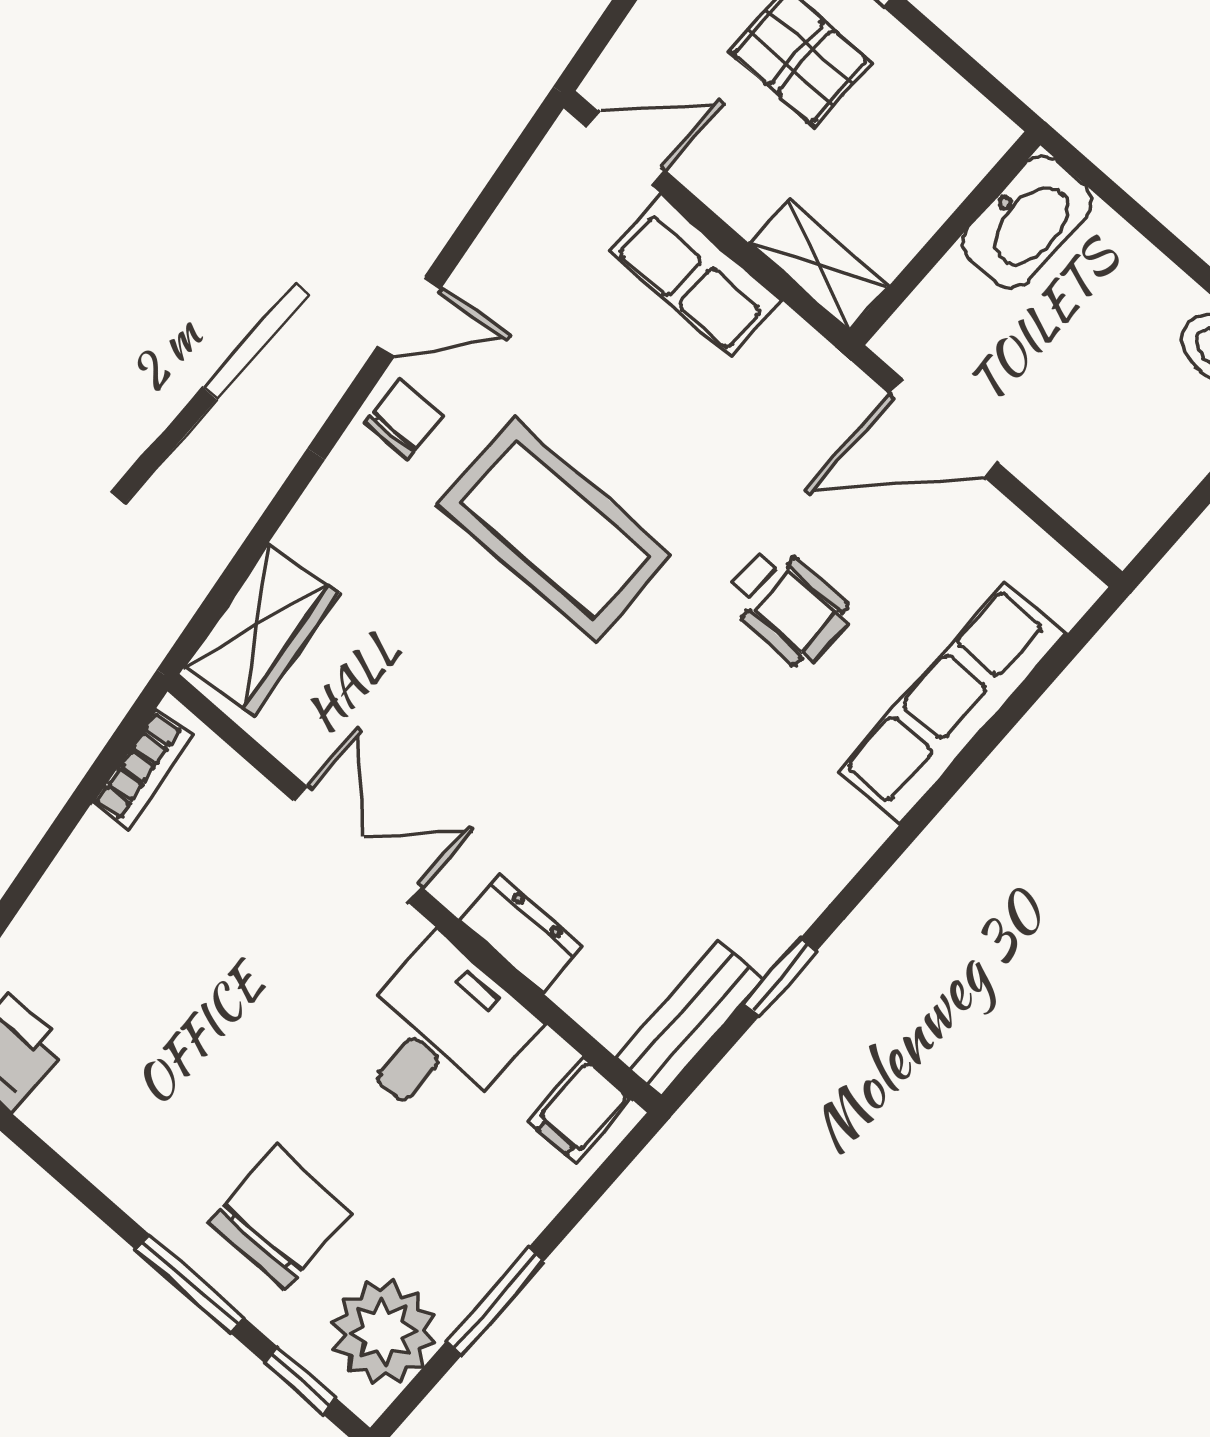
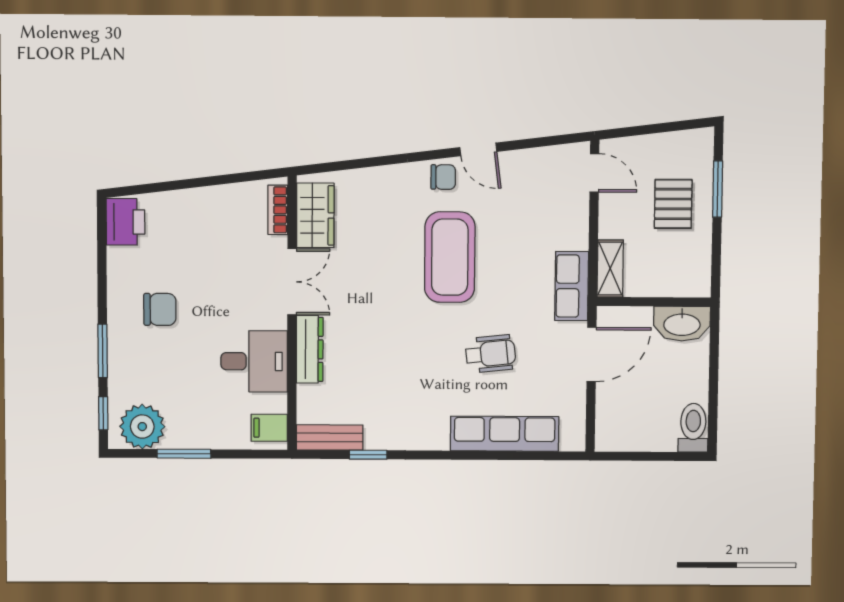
row of seats: (696, 276) -> (572, 286), moved
door: (944, 428) -> (592, 354), swing flipped
wheelchair: (788, 605) -> (491, 354), turned -96
wardrobe: (262, 630) -> (315, 215), moved, turned -83
bookcase: (142, 769) -> (278, 210), moved, turned 97
dresser: (521, 933) -> (310, 349), width x1.44
chair: (280, 1217) -> (160, 309), moved, width x0.73, depth x0.73

